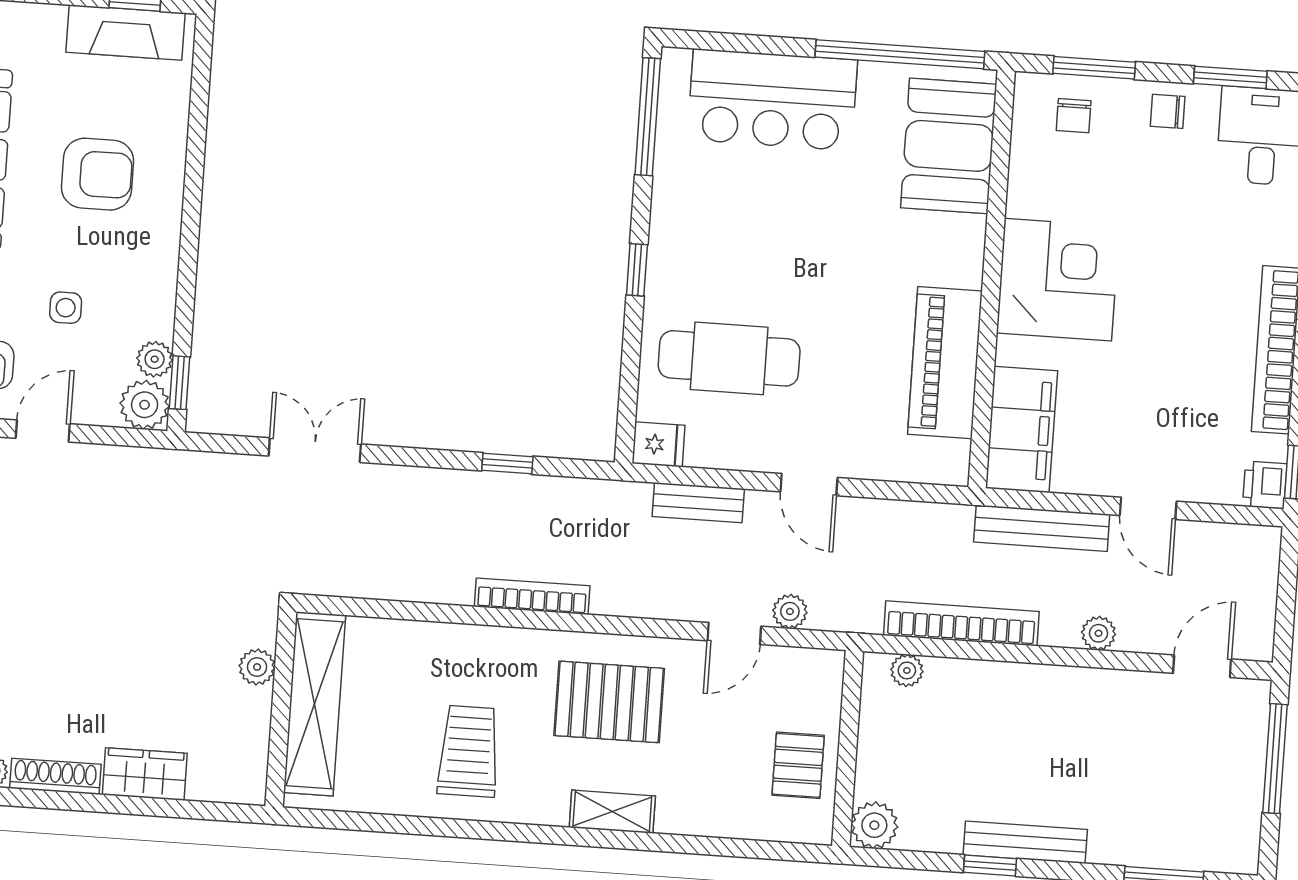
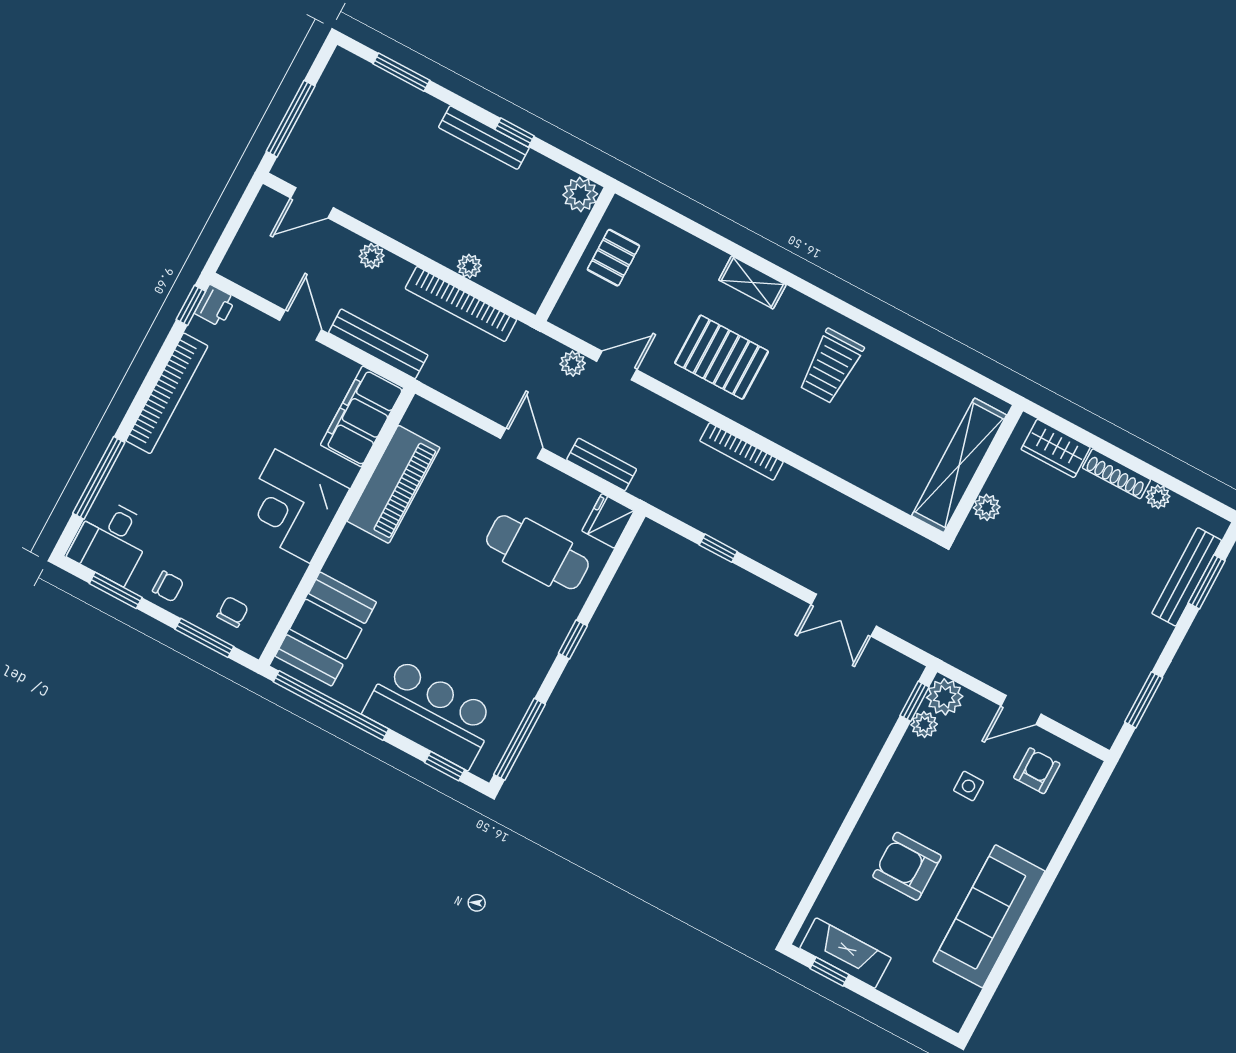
window: (725, 42) -> (445, 766), added
fridge: (658, 444) -> (608, 521), width x1.38
plant: (257, 667) -> (987, 507), moved
plant: (907, 670) -> (469, 266), moved
shelving: (315, 704) -> (959, 465), moved
wall: (281, 709) -> (983, 472), moved

